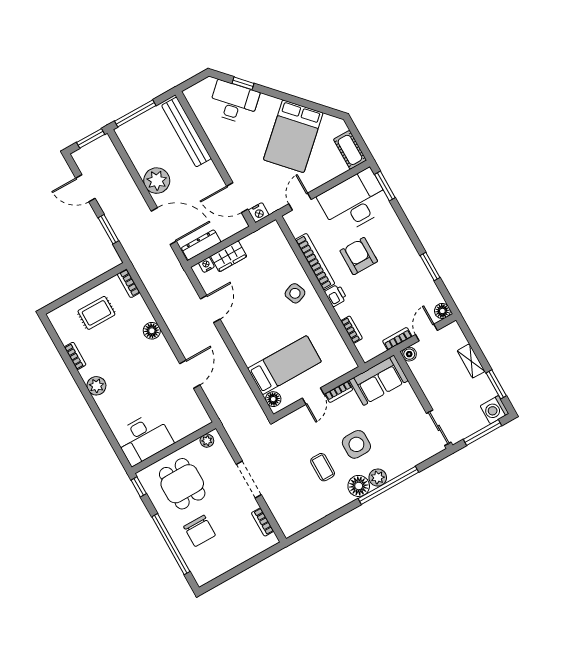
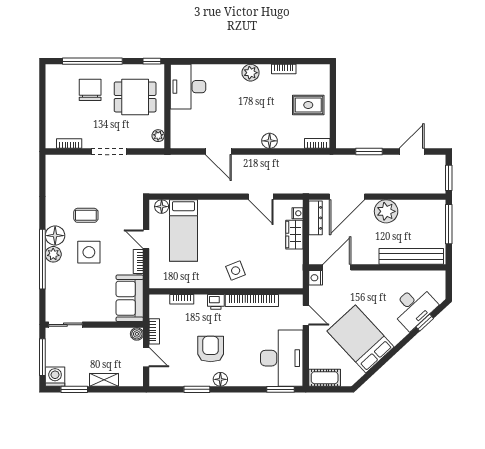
armchair: (359, 256) -> (211, 349), moved, turned -90
floor lamp: (442, 311) -> (220, 379), moved
rug: (96, 313) -> (308, 105), turned 90
chair: (200, 531) -> (90, 90), turned 90

